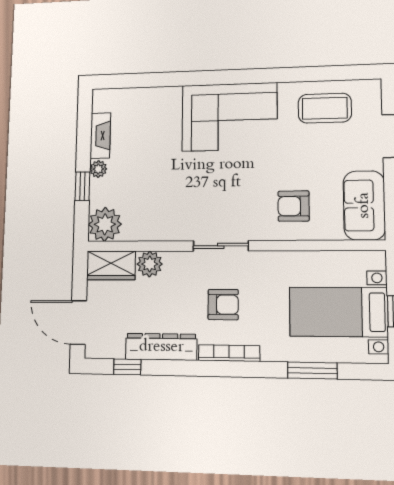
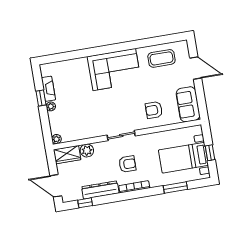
window: (82, 186) -> (41, 98), moved
plant: (105, 224) -> (56, 139), width x0.53, depth x0.53

